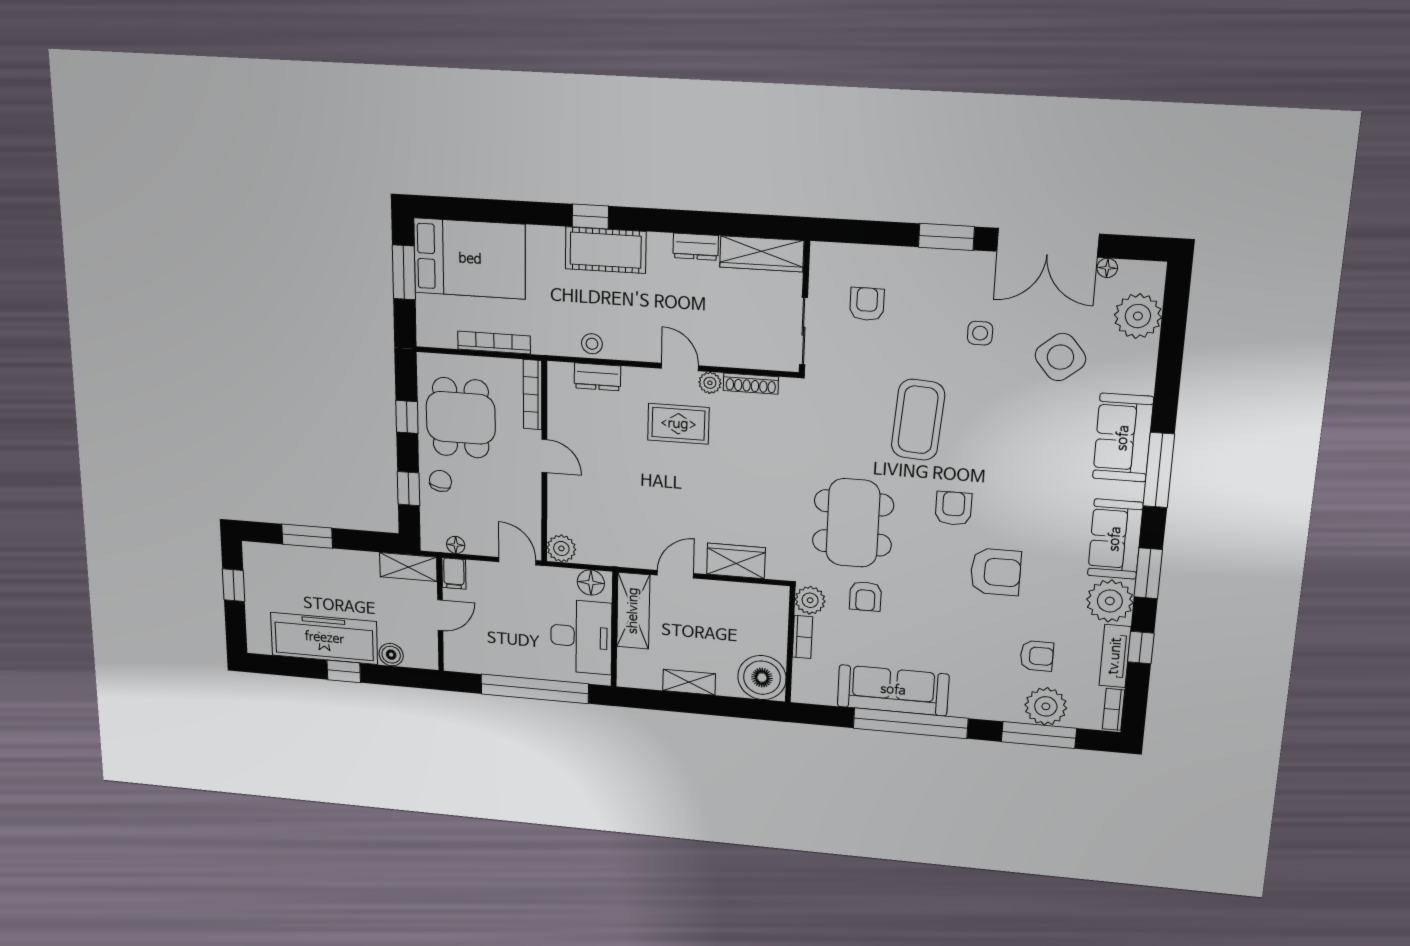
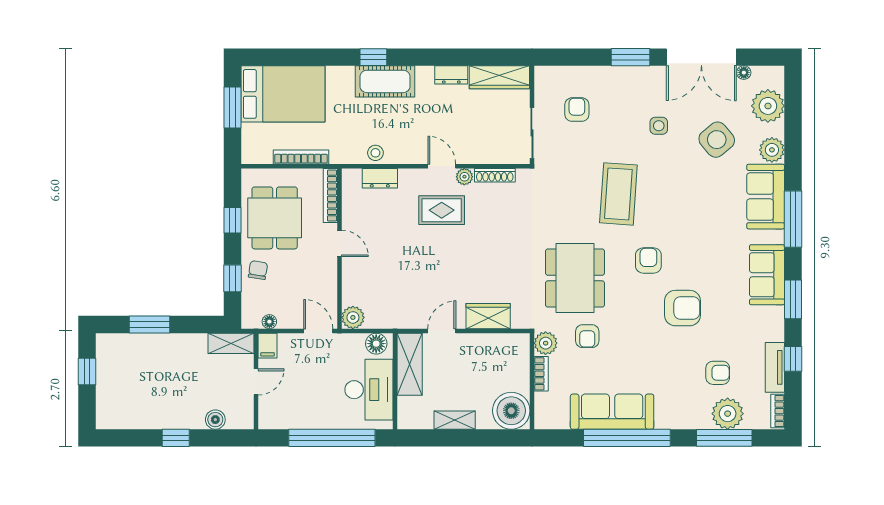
plant: (1110, 601) -> (772, 150), moved, width x0.73, depth x0.73
freezer: (324, 638) -> (160, 411), removed

